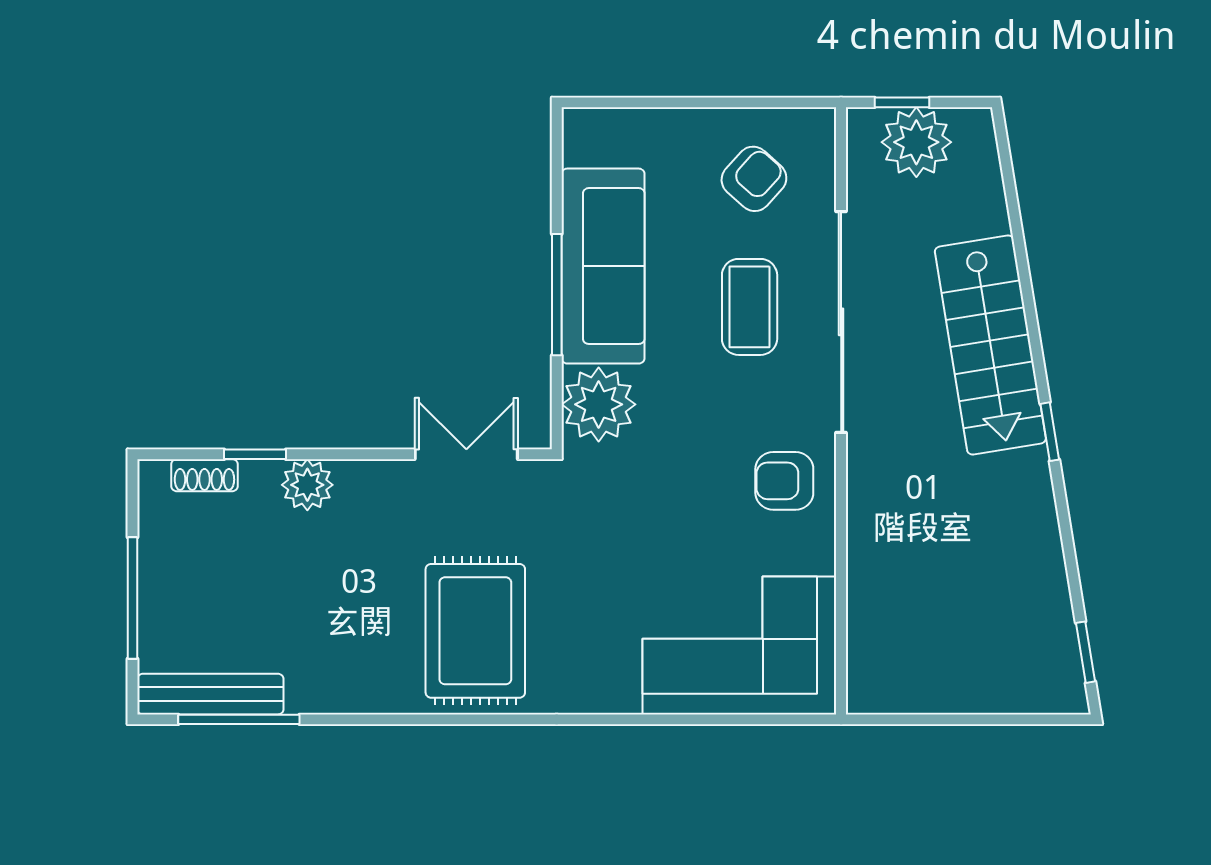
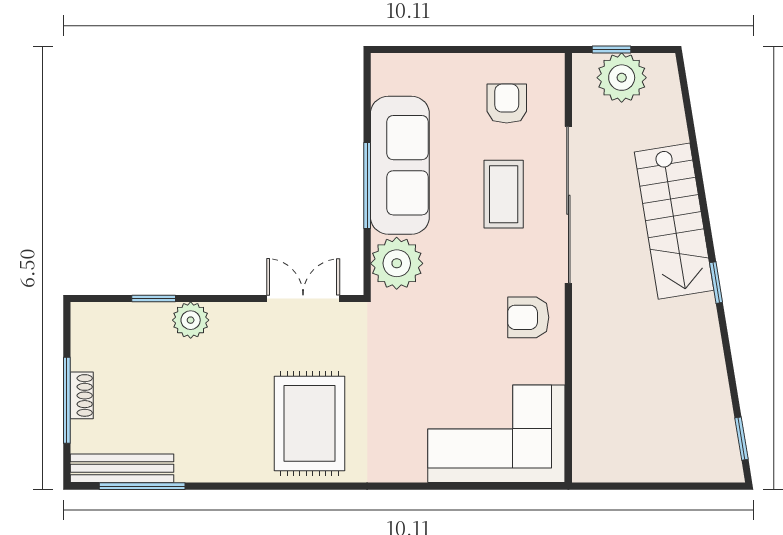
armchair: (754, 179) -> (507, 104), turned -42
shoe rack: (204, 475) -> (82, 395), moved, turned -90

